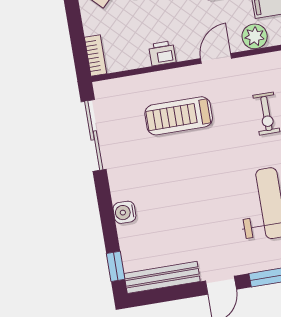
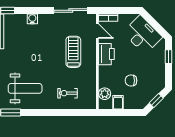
printer: (162, 53) -> (106, 54), width x1.87, depth x1.48
door: (216, 58) -> (97, 31), moved

